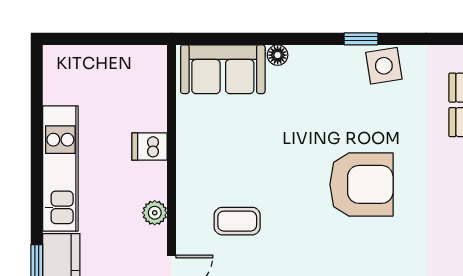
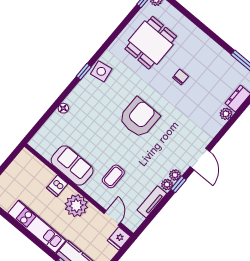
sofa: (223, 69) -> (72, 166), moved, turned -90
plant: (155, 213) -> (76, 206), width x1.87, depth x1.87

